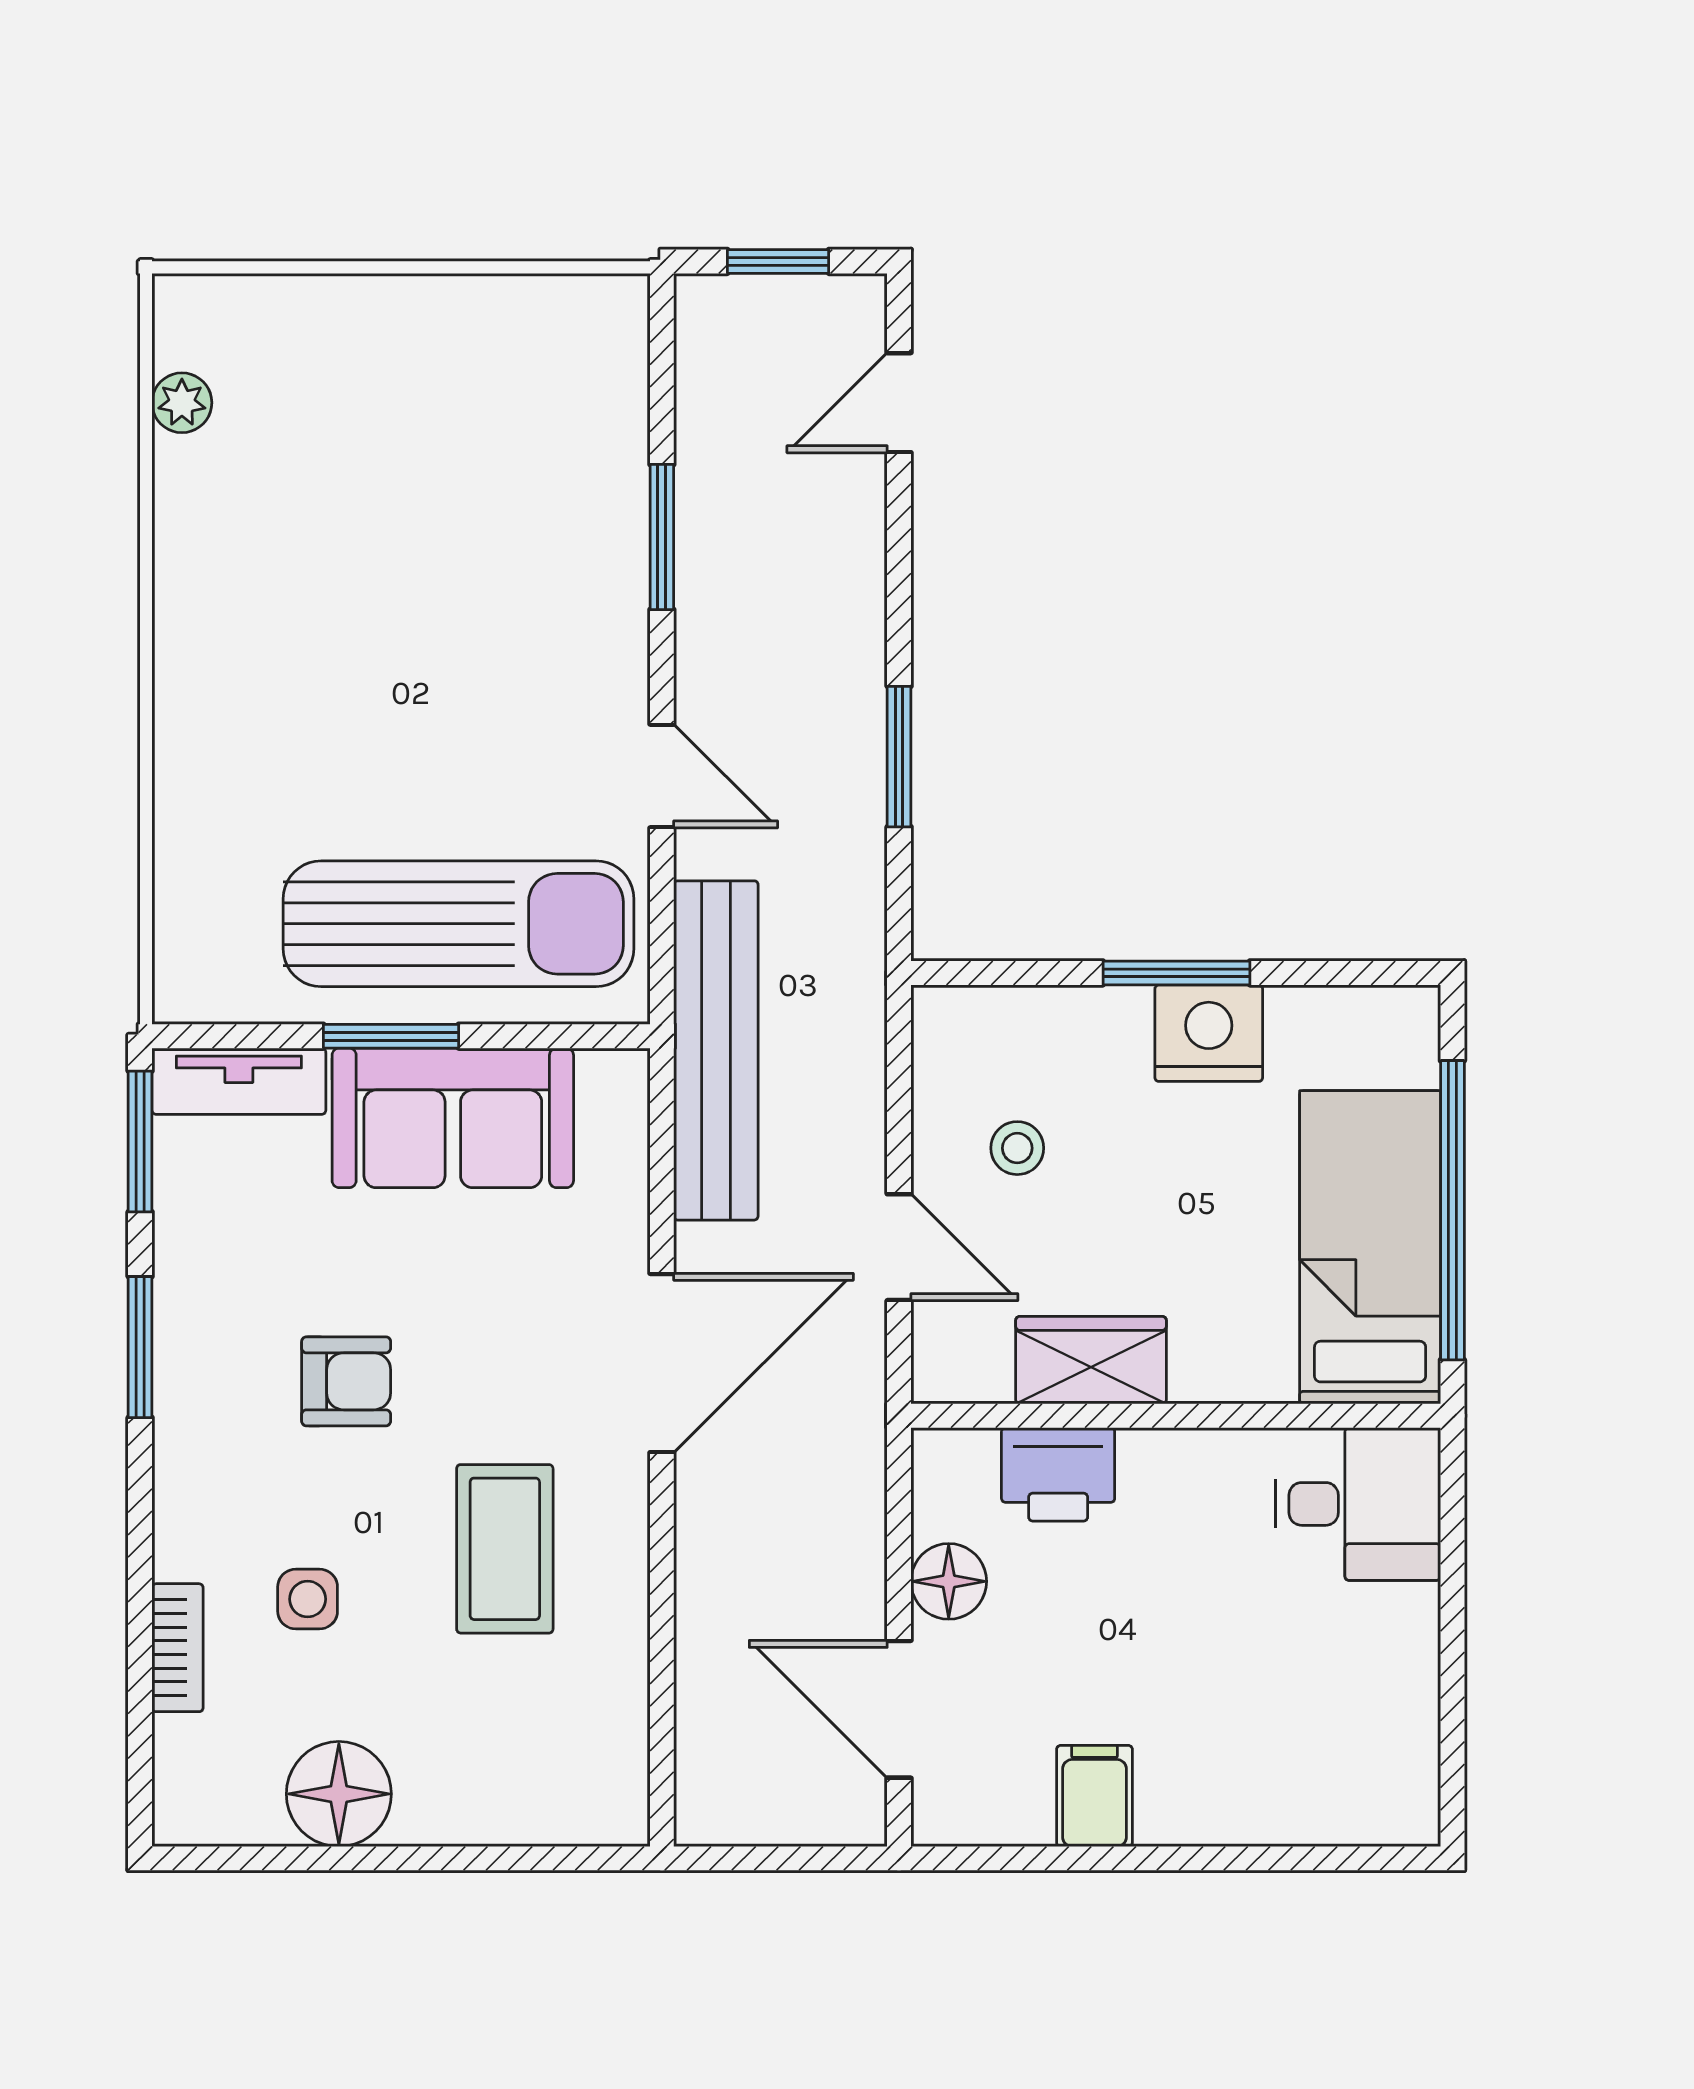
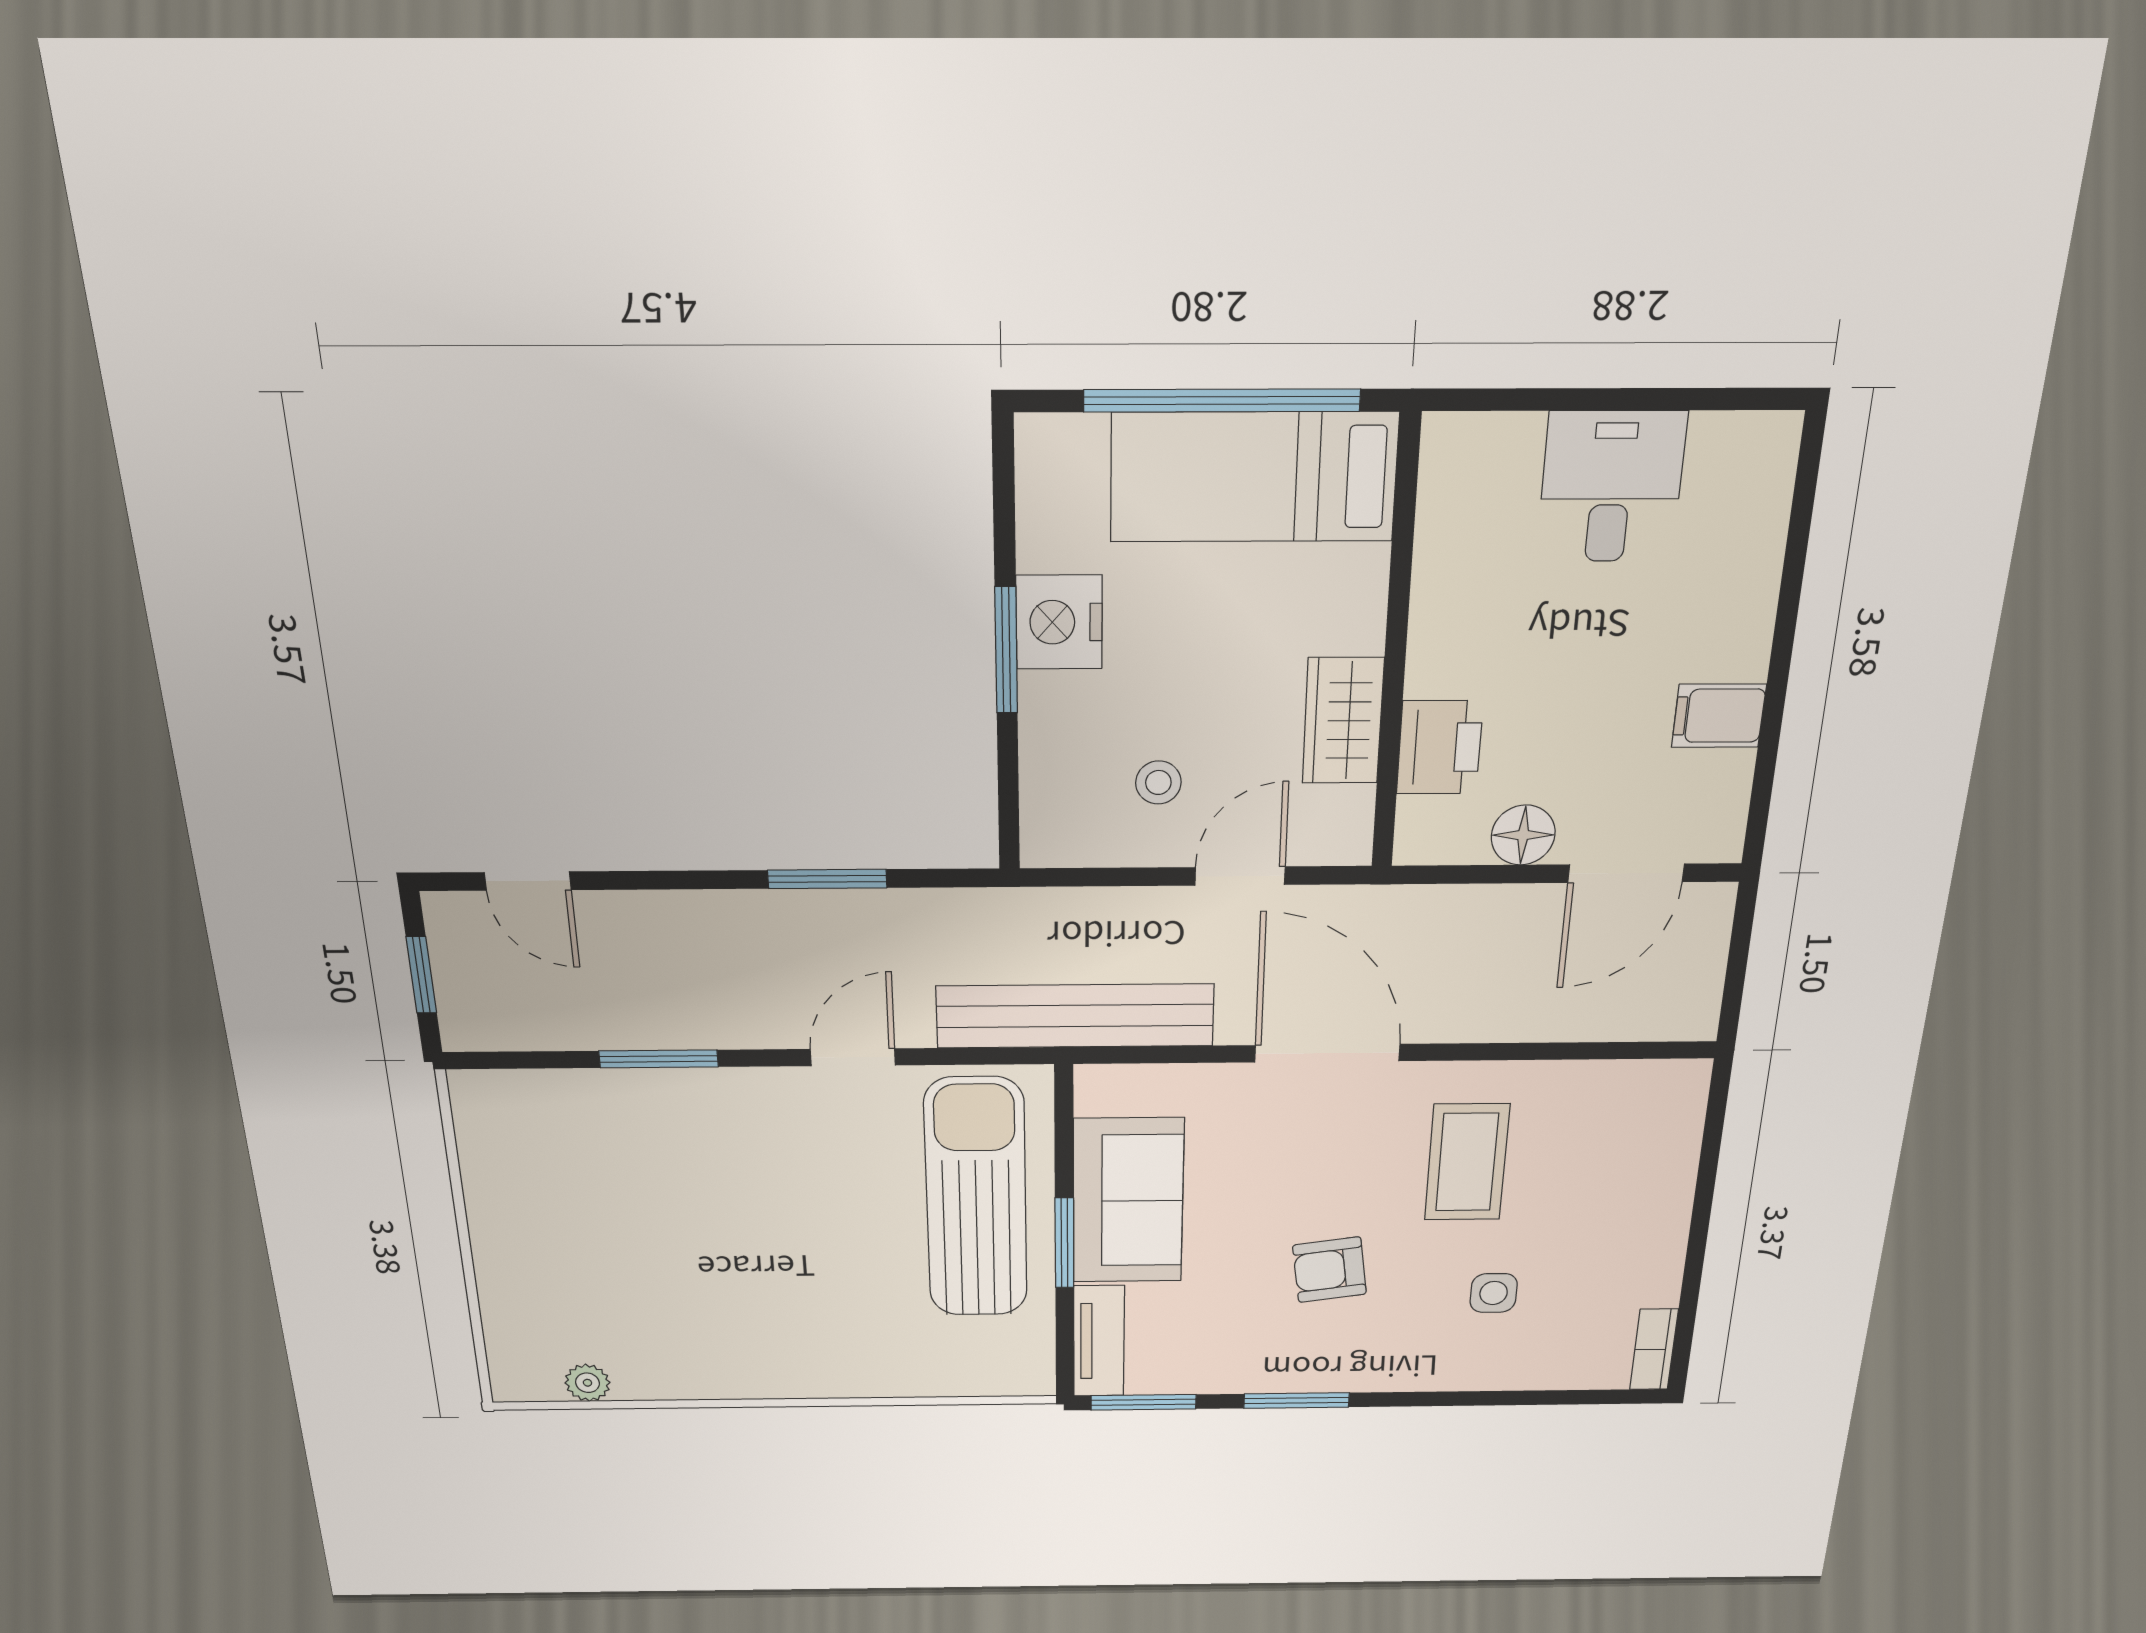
armchair: (346, 1381) -> (1330, 1270), turned -98
desk: (1358, 1504) -> (1611, 487), moved
coffee table: (505, 1549) -> (1467, 1162), turned 90
bookcase: (178, 1648) -> (1654, 1349), moved, turned -90
floor lamp: (339, 1794) -> (1644, 1271), removed

